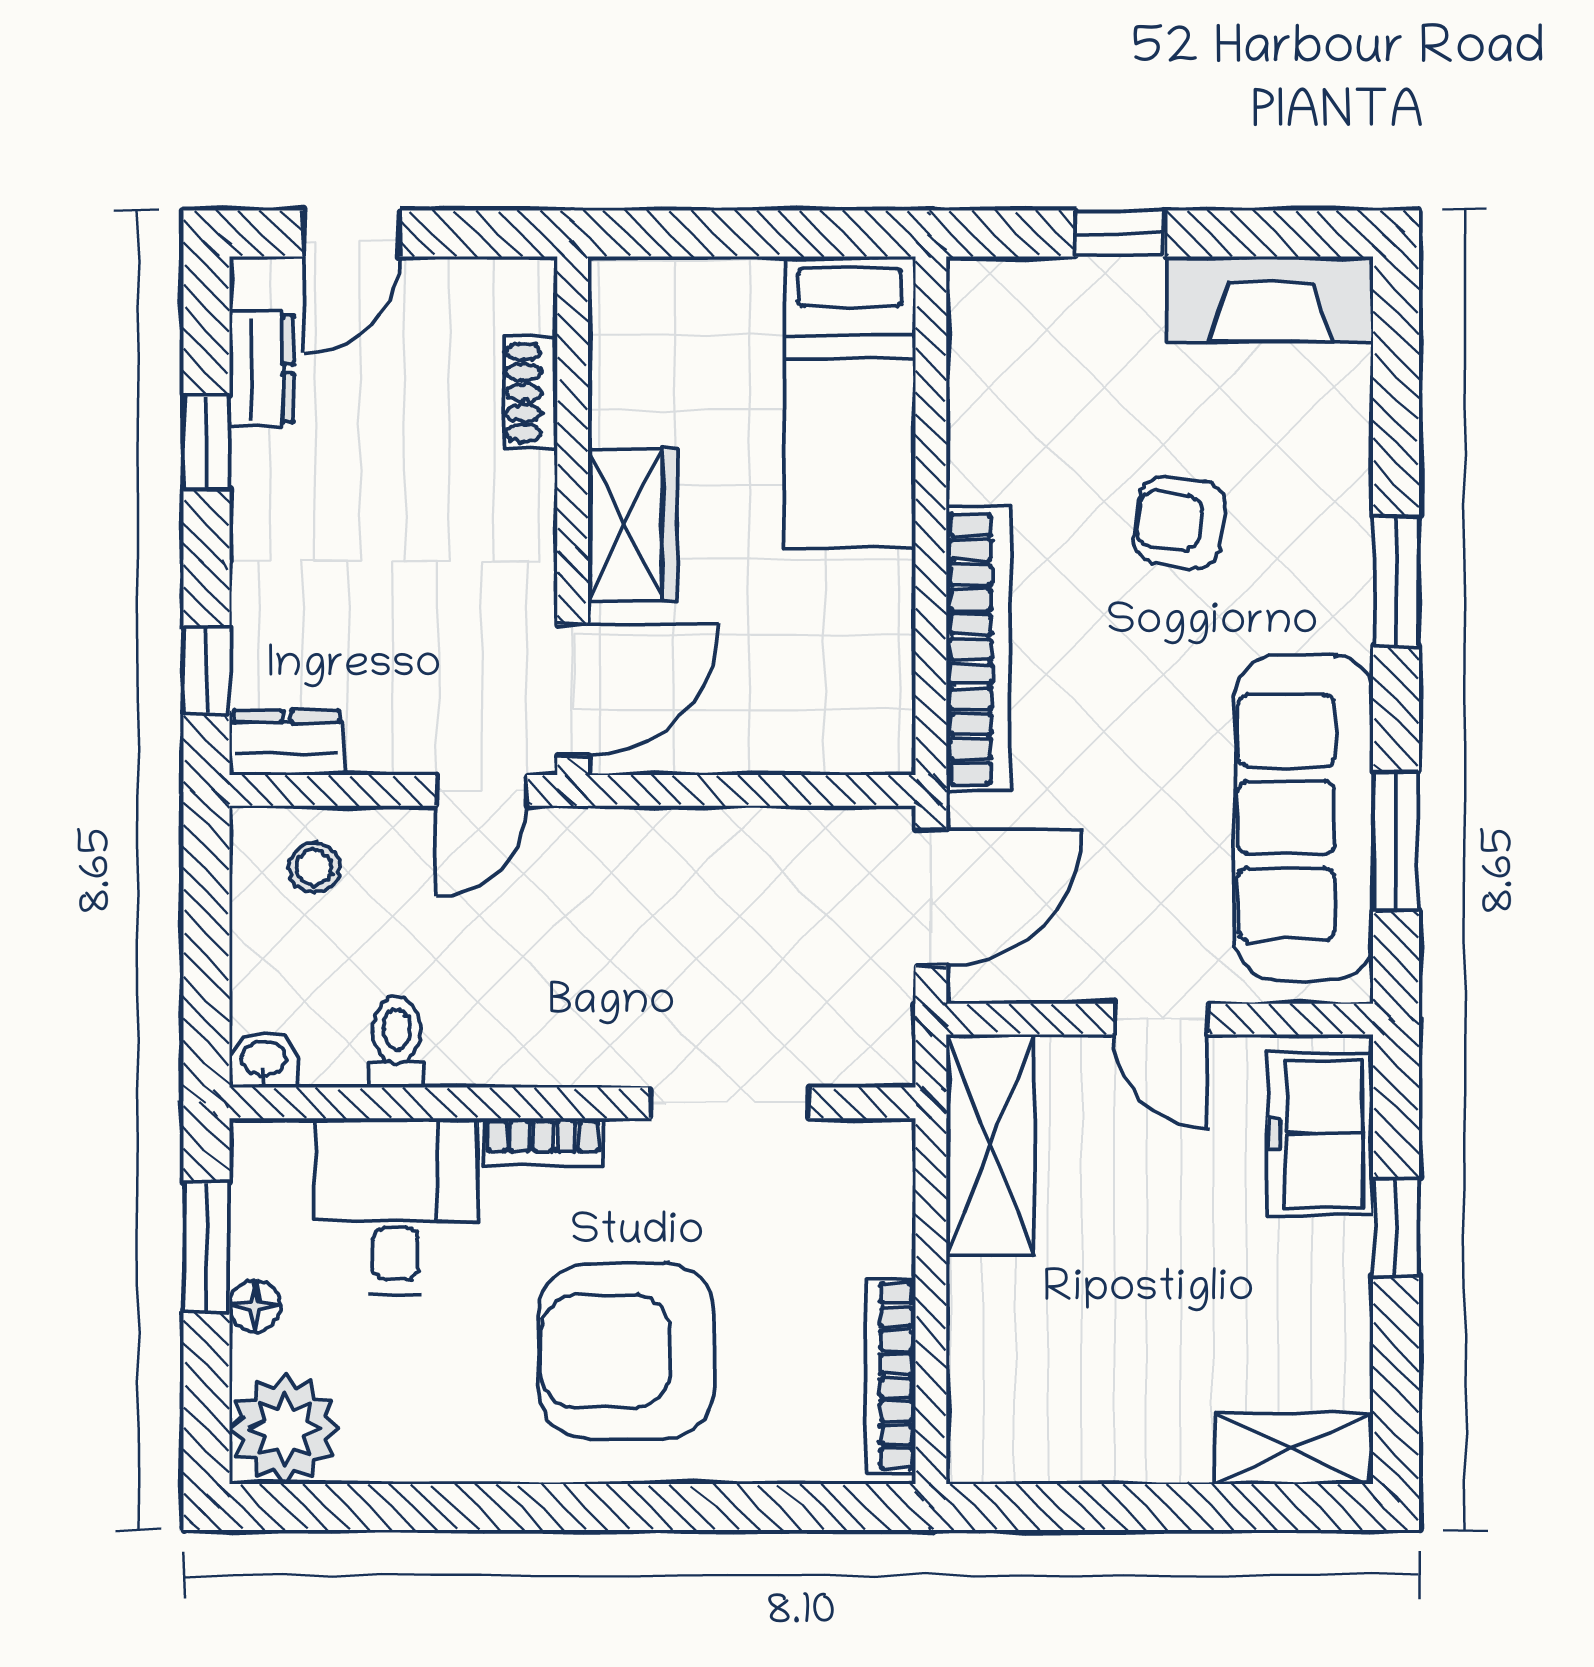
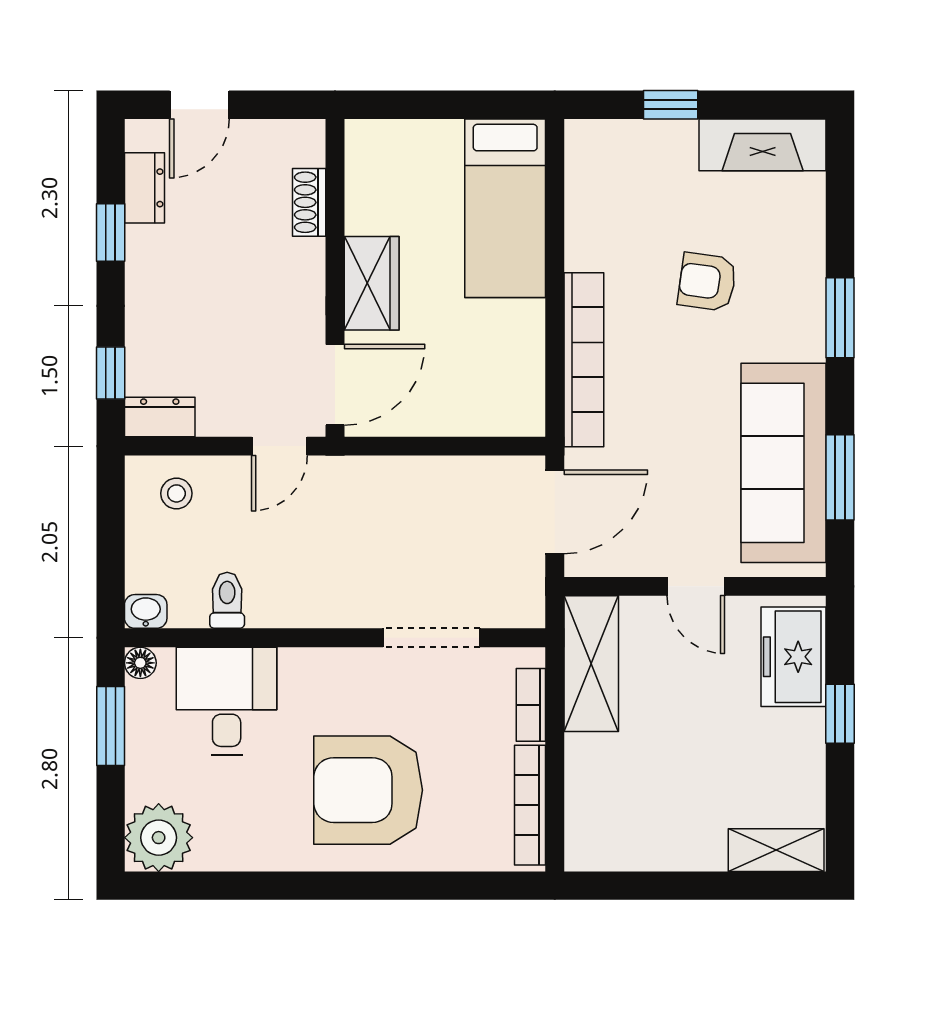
bookcase: (543, 1142) -> (531, 705), moved, turned 90
floor lamp: (255, 1306) -> (140, 663), moved

